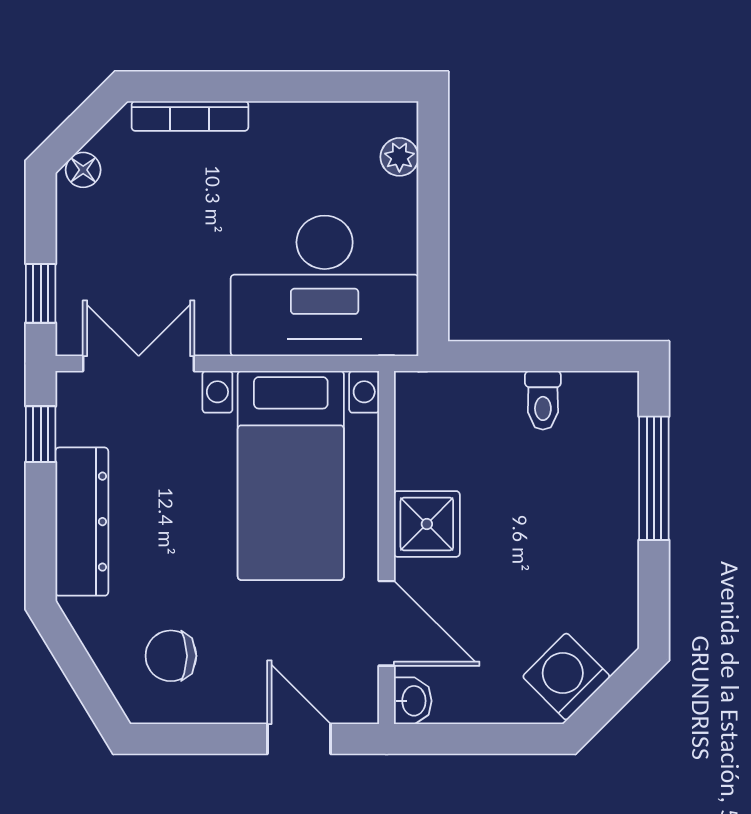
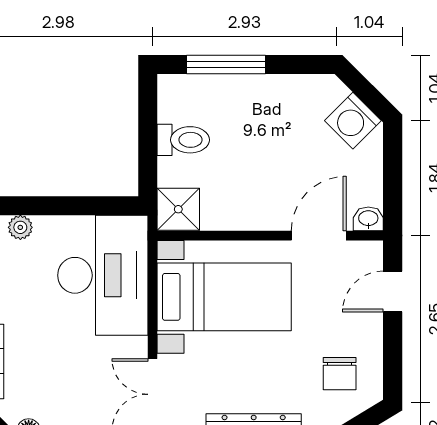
toilet: (543, 400) -> (183, 140), width x1.37, depth x1.39
shower: (427, 524) -> (178, 209), moved

